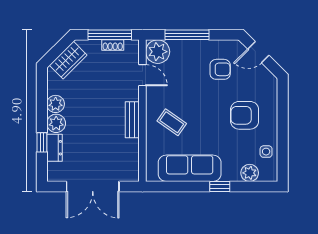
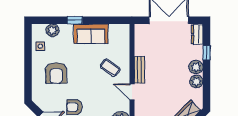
door: (142, 75) -> (132, 92), moved
armchair: (245, 115) -> (56, 73), turned 90
dresser: (54, 148) -> (197, 34), moved
sofa: (190, 168) -> (91, 34), width x0.73

